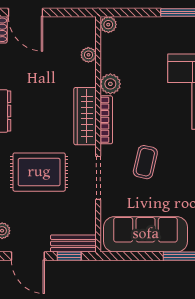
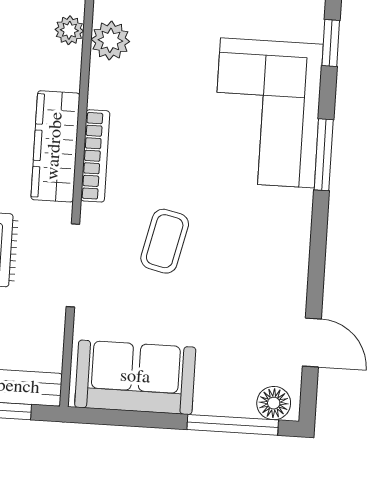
plant: (110, 84) -> (110, 40), moved
sofa: (146, 234) -> (135, 377), width x0.73

